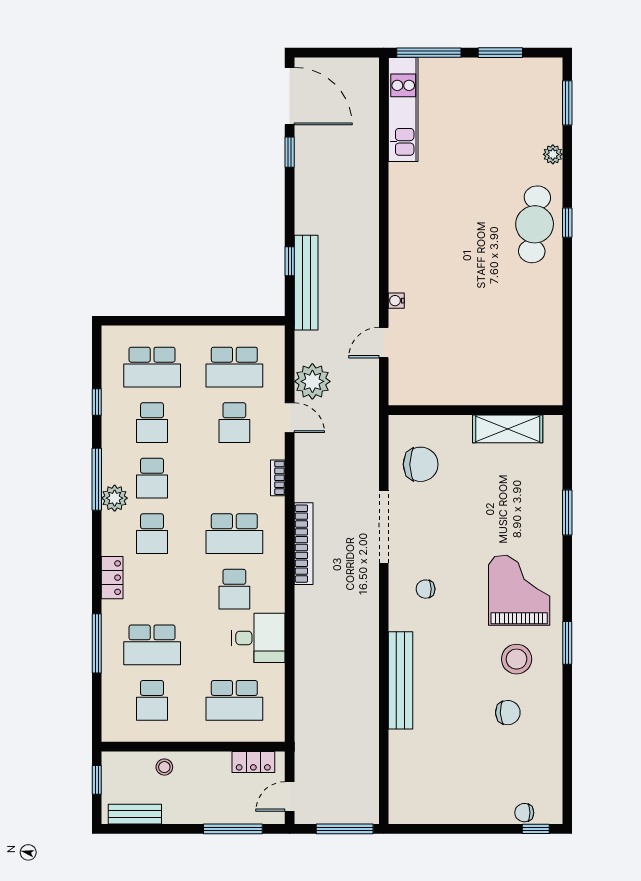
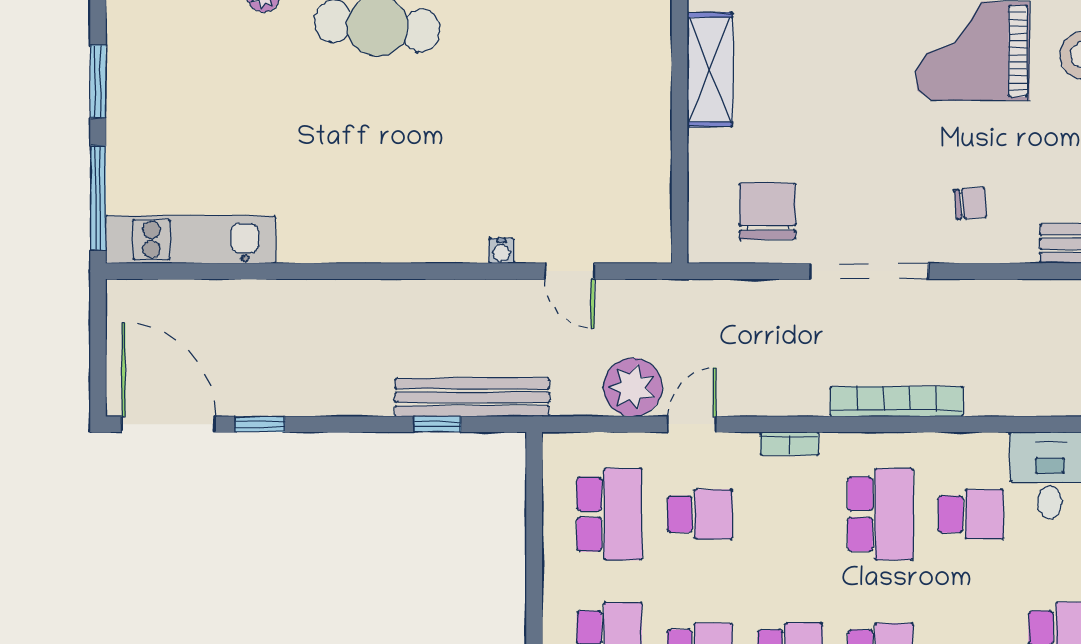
door: (290, 96) -> (169, 424), hinge flipped
chair: (426, 589) -> (970, 203), turned -94

